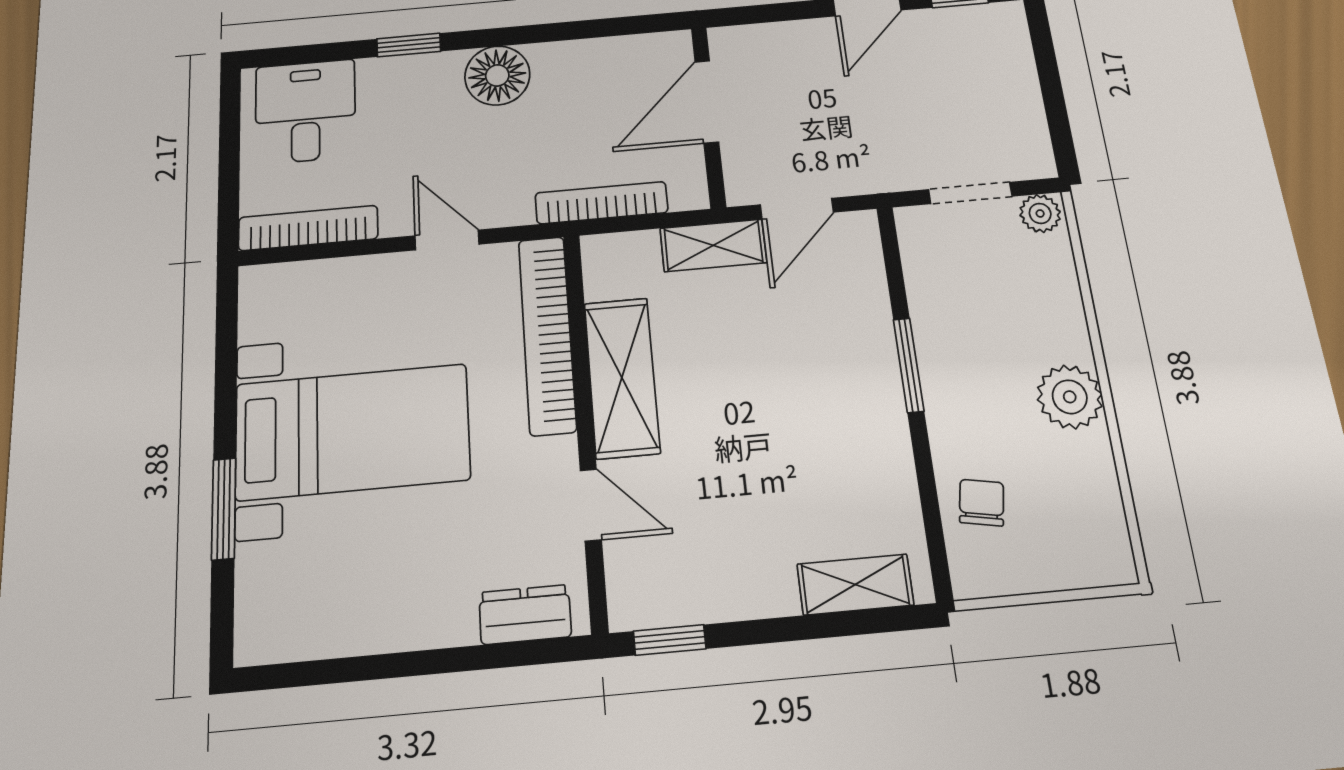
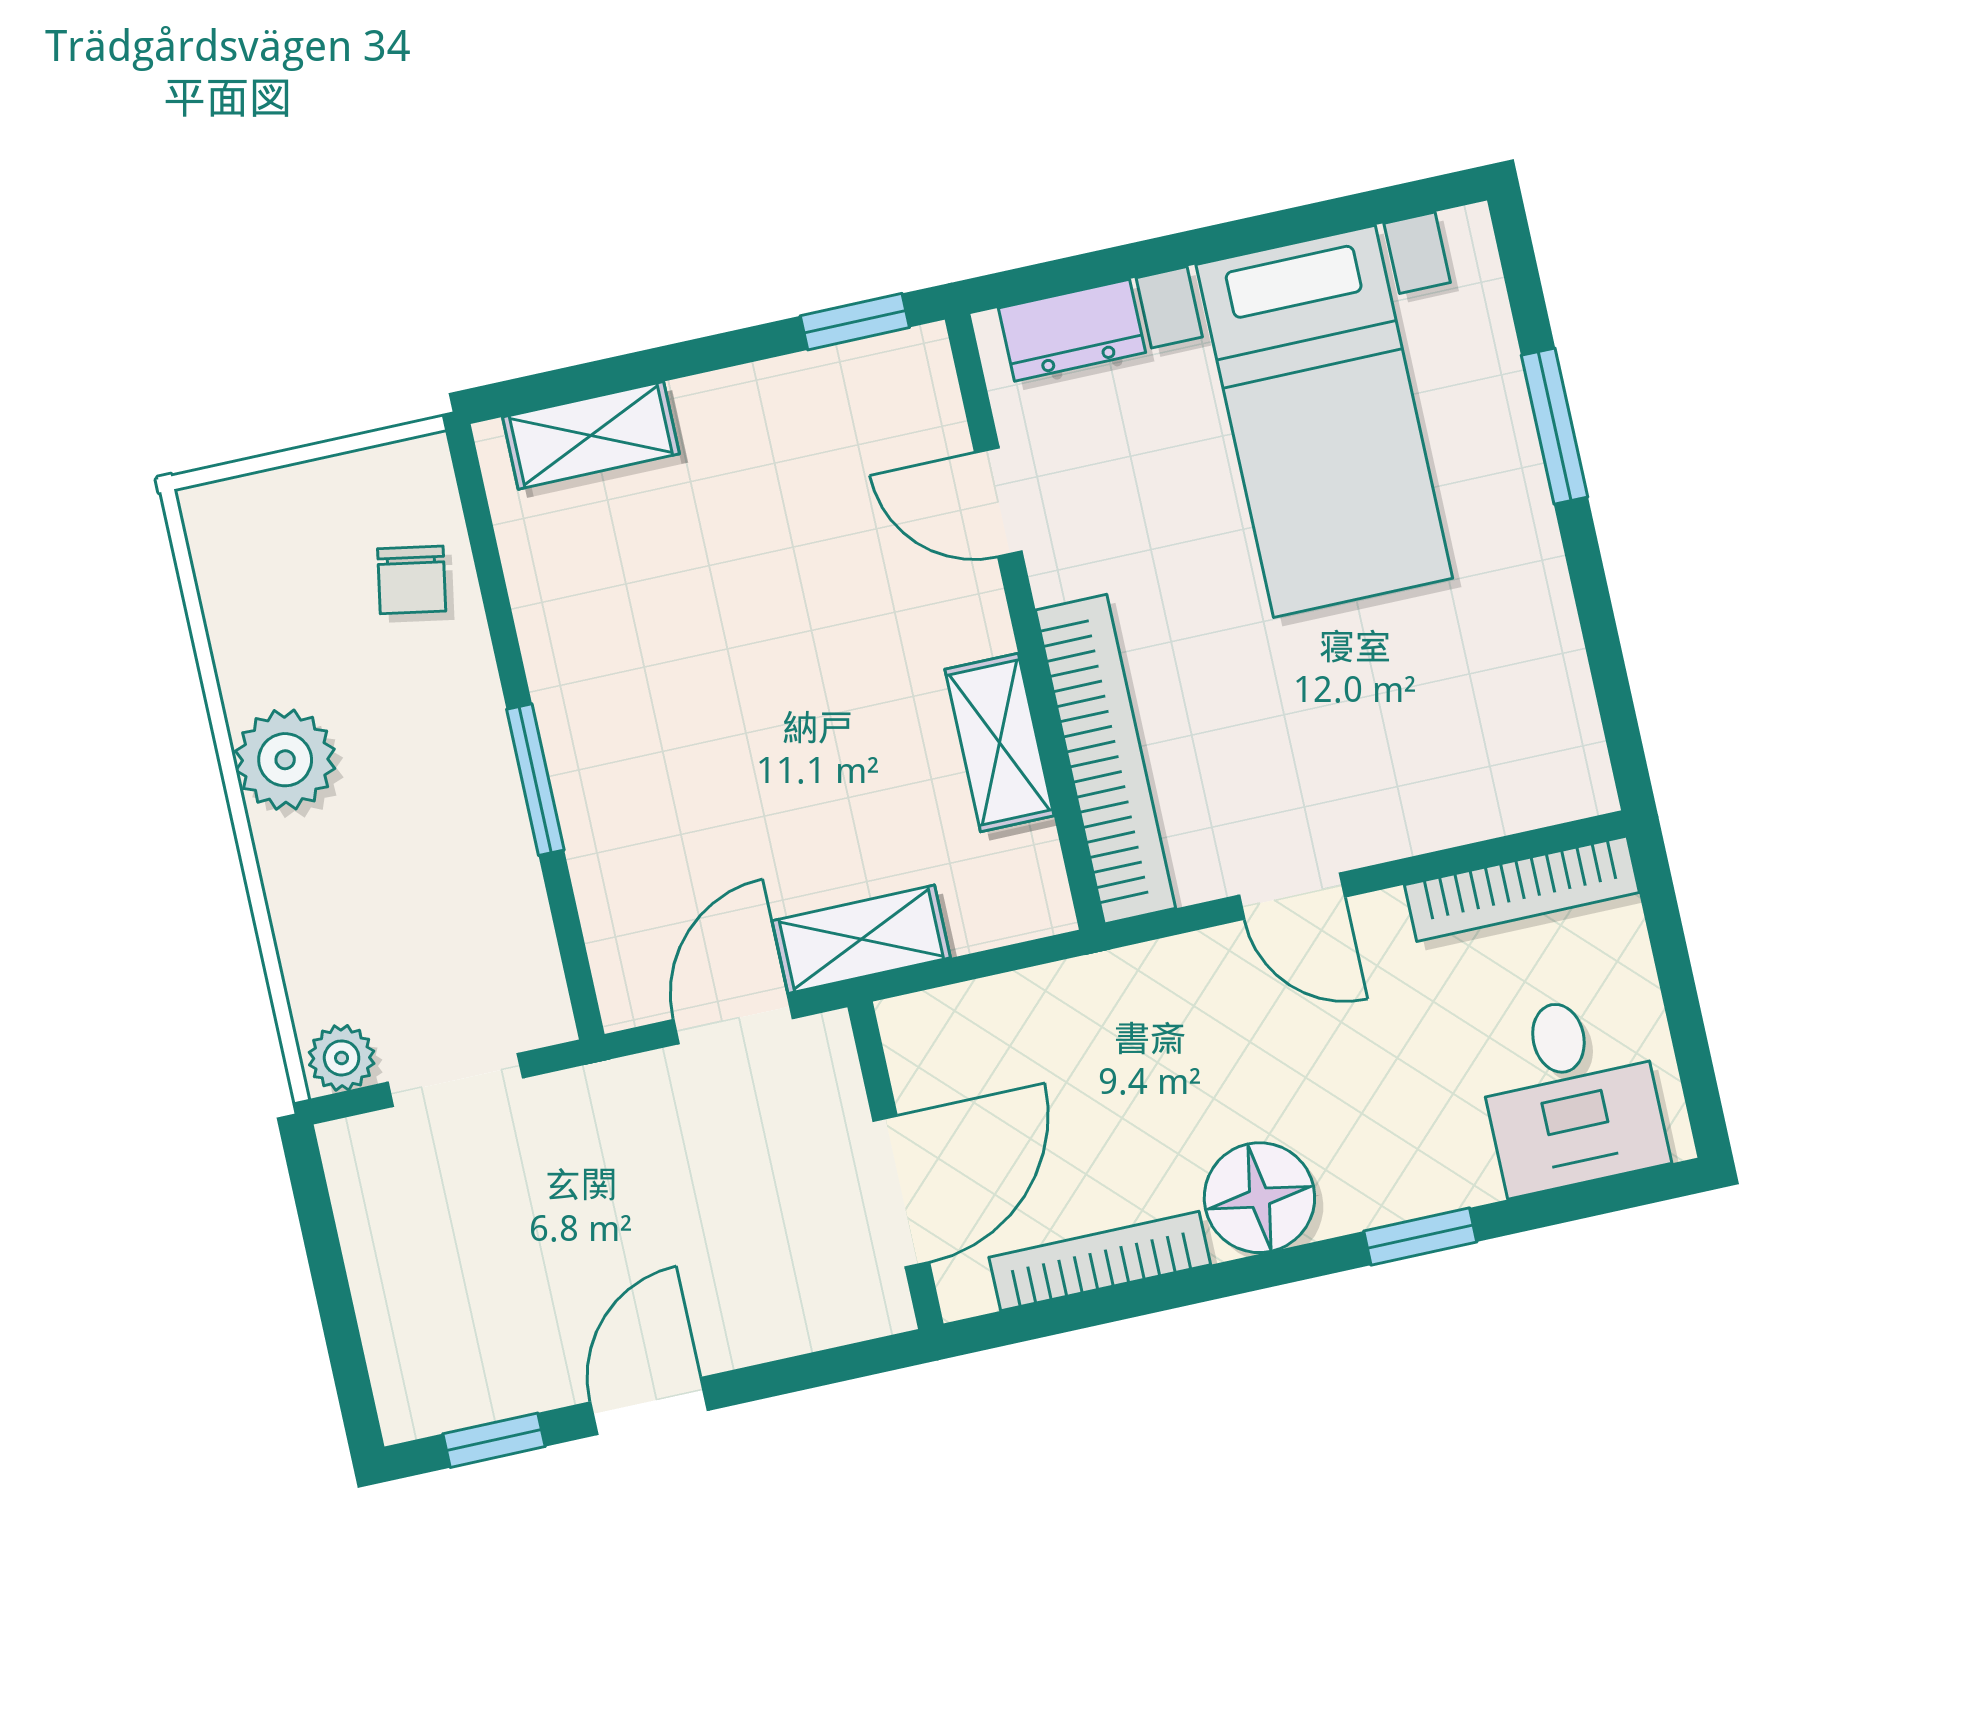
bookcase: (601, 203) -> (1100, 1261), moved, turned 180
shelving: (622, 377) -> (999, 742), width x0.67, depth x0.75
bed with nightstands: (352, 432) -> (1324, 421), moved, turned -90

